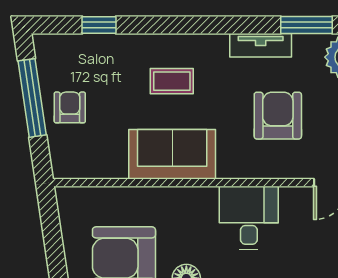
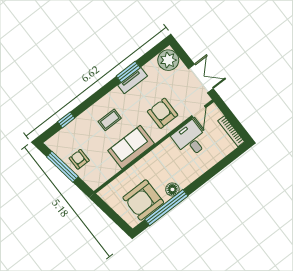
window: (307, 25) -> (128, 72), moved
armchair: (278, 116) -> (163, 113), moved
desk: (249, 218) -> (190, 139), moved

